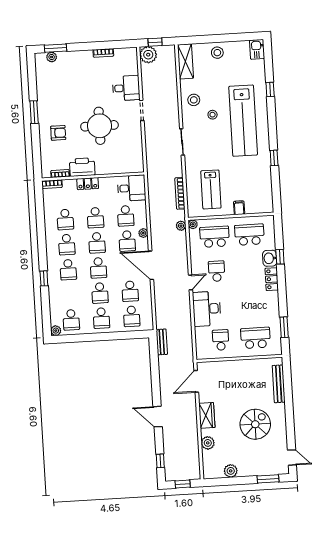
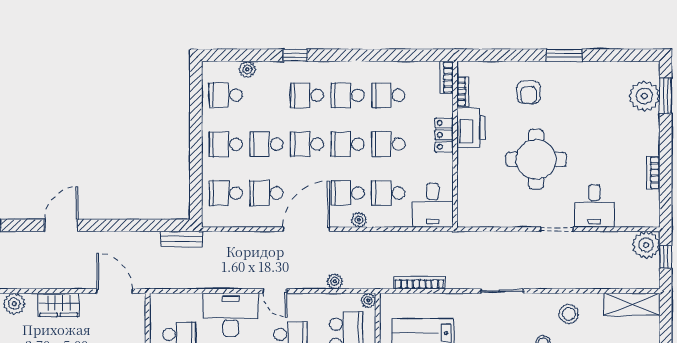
plant: (52, 57) -> (644, 96), width x1.88, depth x1.88
plant: (181, 226) -> (335, 281), moved
plant: (56, 331) -> (247, 69), moved

